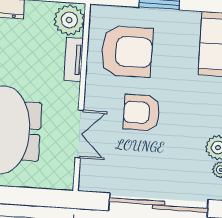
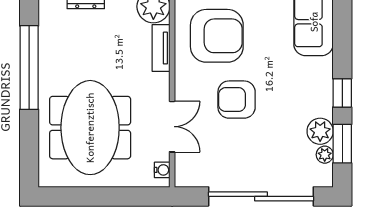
water cooler: (67, 174) -> (162, 170), added

